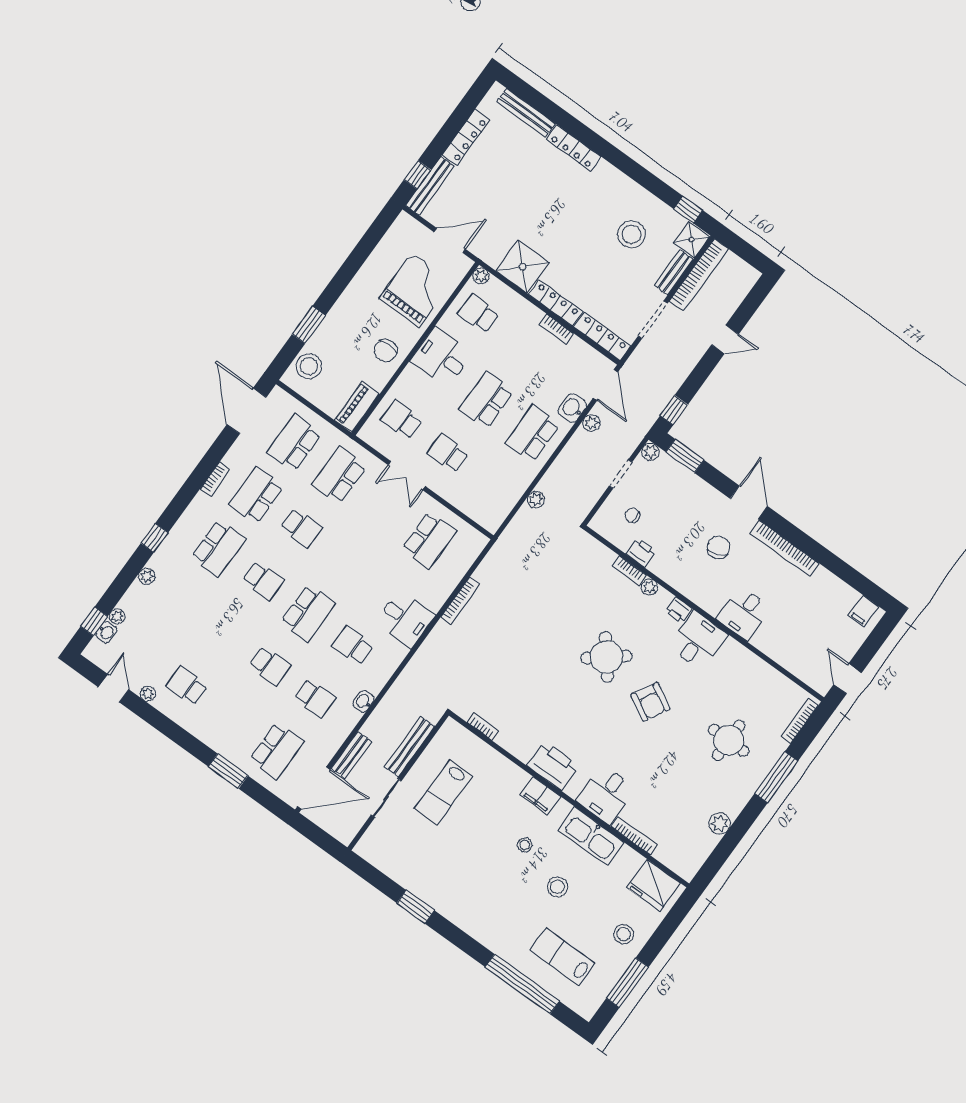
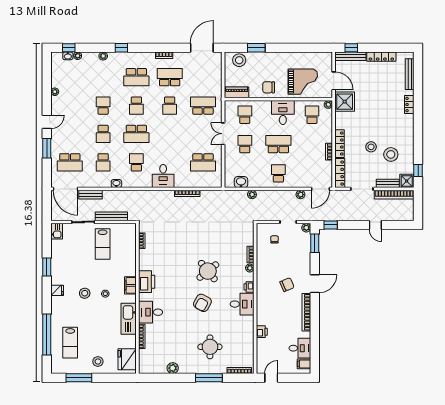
locker: (574, 148) -> (409, 105), width x0.66
stool: (597, 257) -> (371, 147), added
shower: (523, 267) -> (345, 102), moved
washbasin: (572, 408) -> (241, 182), moved
school desk: (533, 434) -> (278, 173), width x0.54
school desk: (294, 443) -> (203, 77), removed
printer: (641, 552) -> (262, 332), moved
desk: (744, 613) -> (300, 348), moved, turned 180
school desk: (187, 686) -> (103, 106), moved
door: (114, 688) -> (47, 122), moved
lab bench: (443, 792) -> (103, 244), turned -90
kitchen sink: (370, 850) -> (57, 231), added
stool: (557, 887) -> (85, 293), moved
fridge: (465, 917) -> (57, 290), added
lab bench: (562, 957) -> (70, 343), turned 180

